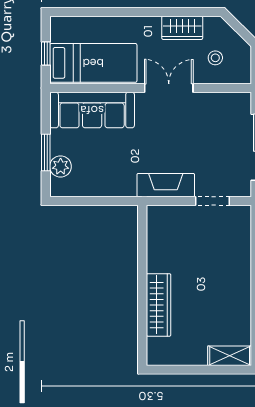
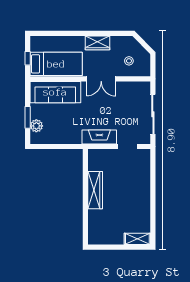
wardrobe: (182, 28) -> (97, 43), moved
double door: (169, 88) -> (101, 79), swing flipped
wardrobe: (159, 305) -> (95, 190), moved

